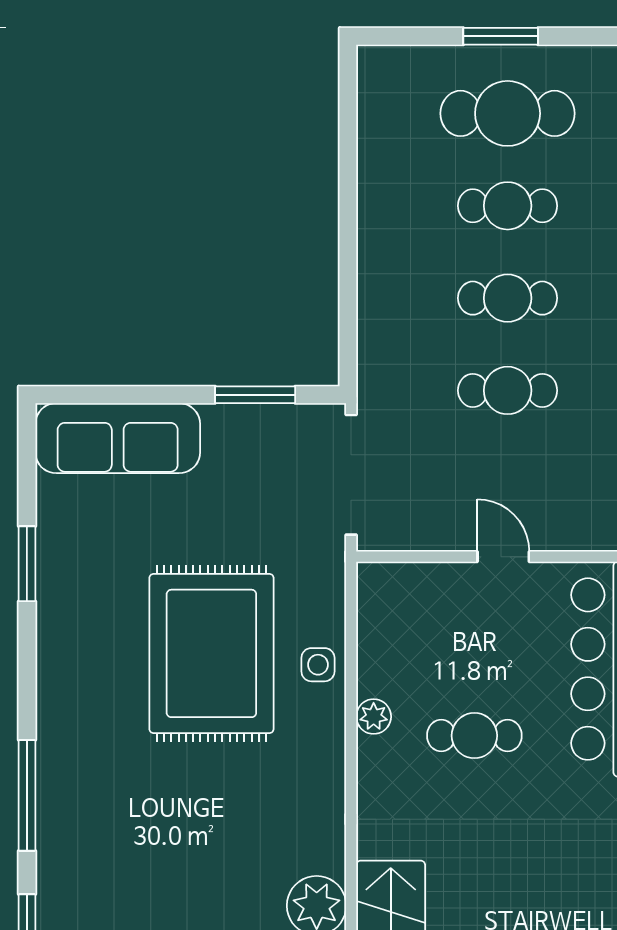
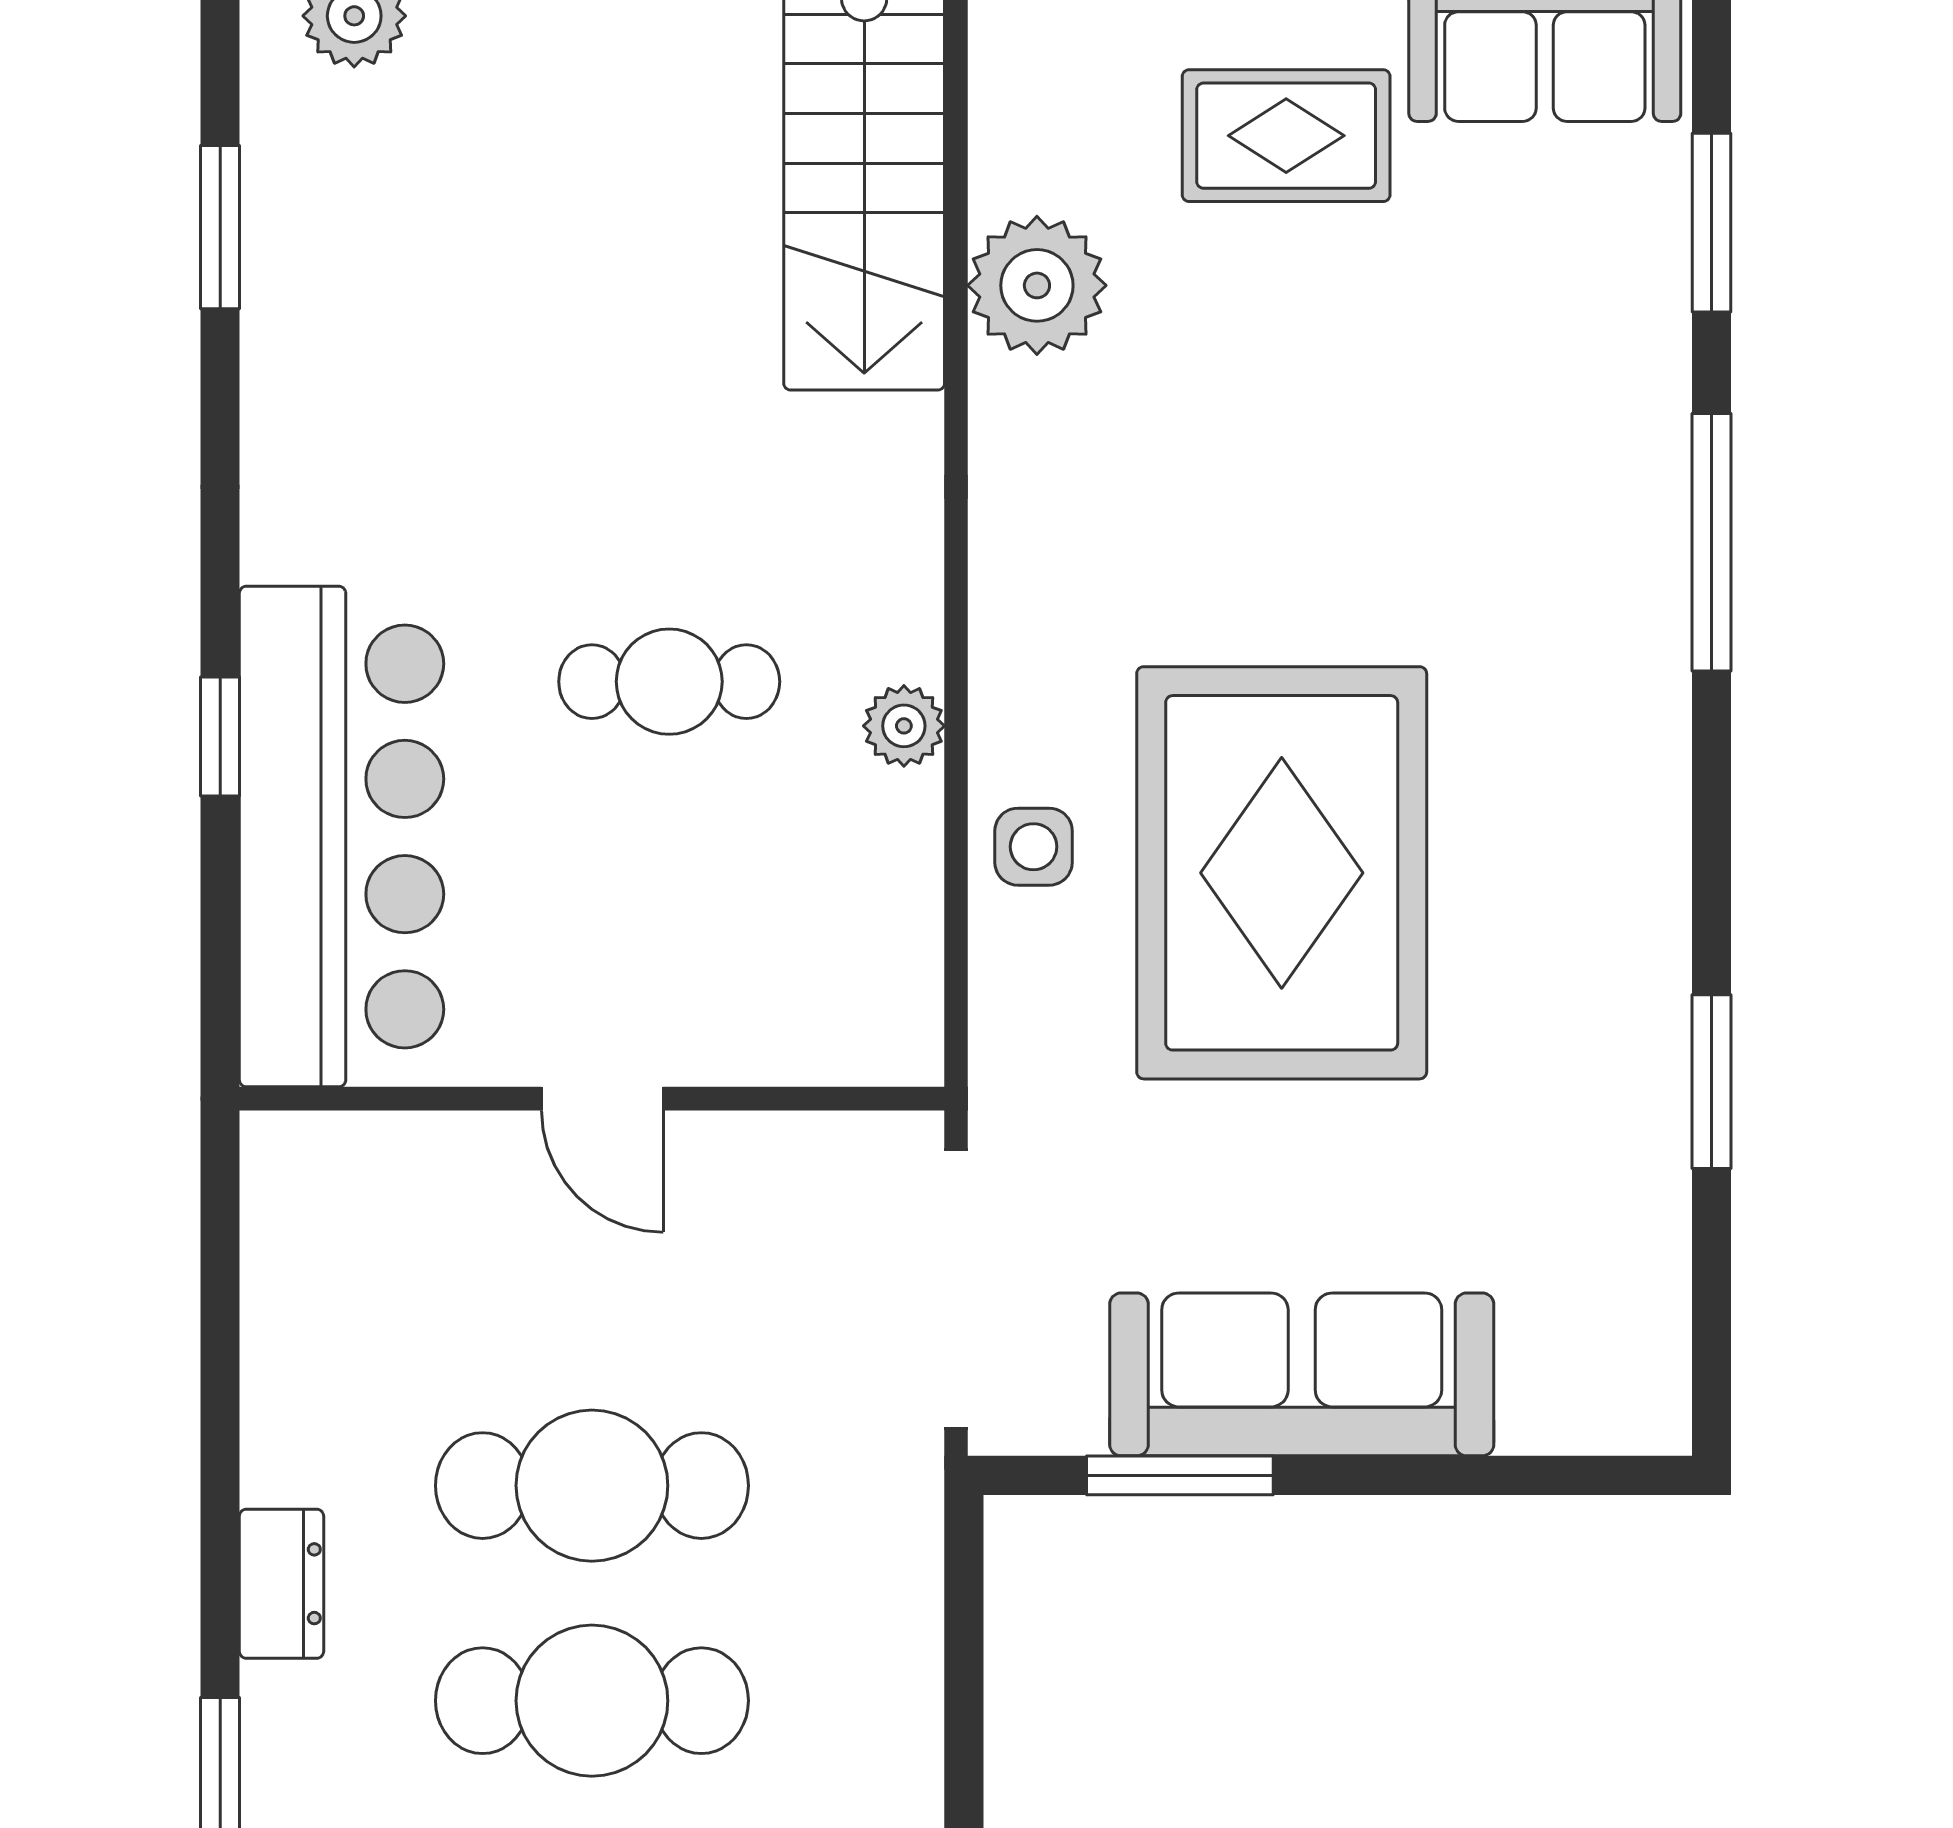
cafe table: (508, 298) -> (592, 1701), width x1.37, depth x1.35
cafe table: (508, 390) -> (592, 1486), width x1.37, depth x1.35
sofa: (118, 438) -> (1302, 1374), moved

